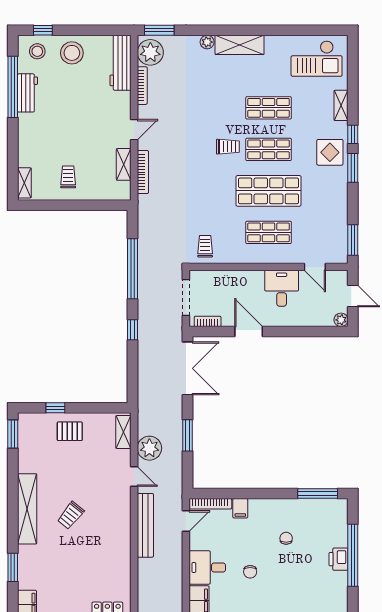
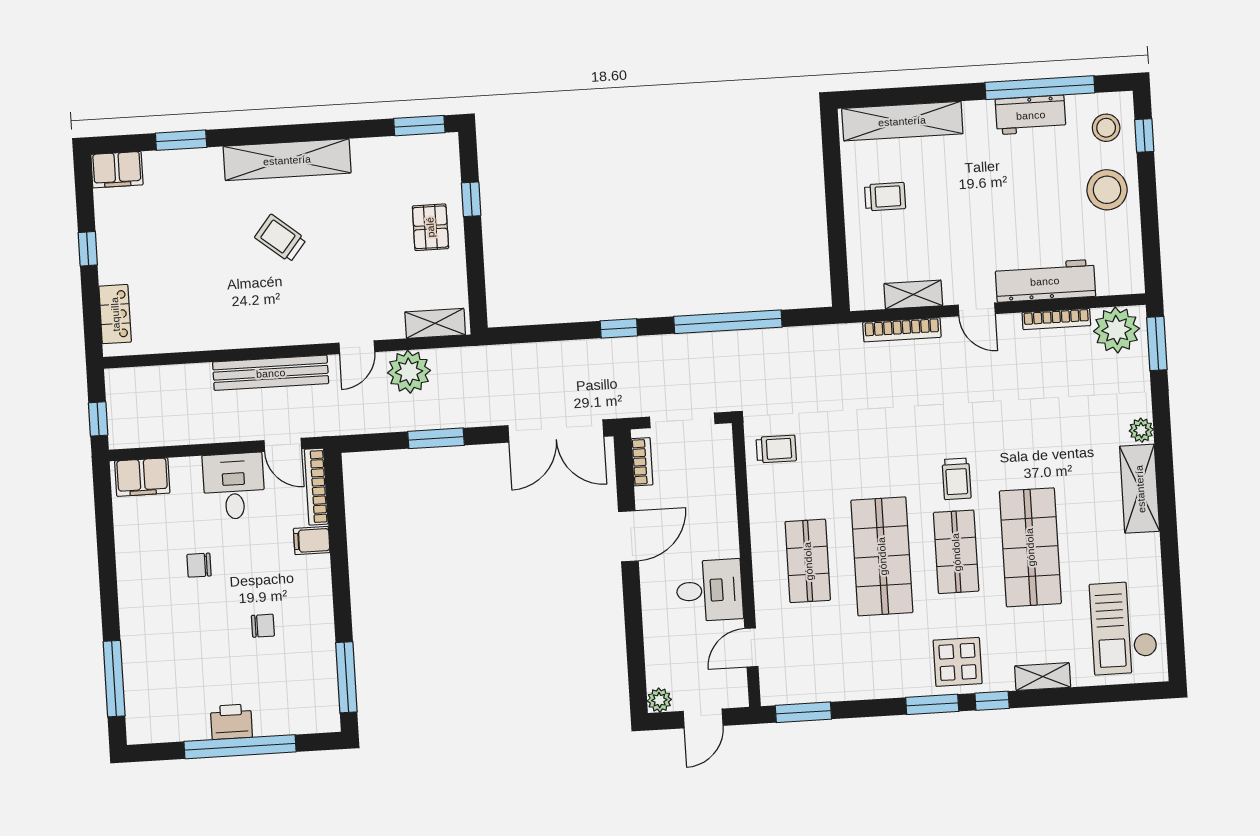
workbench: (121, 63) -> (1045, 281), moved
shop shelf: (269, 108) -> (1030, 547), width x1.43, depth x1.36
shelving: (24, 183) -> (902, 121), width x2.20, depth x1.33
desk: (207, 568) -> (234, 486), moved

